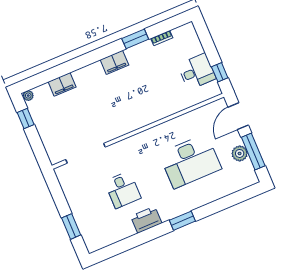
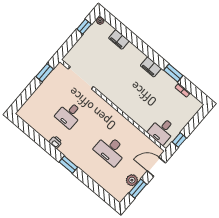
desk: (197, 72) -> (162, 131), moved, turned 90
window: (253, 152) -> (138, 189), width x0.69
desk: (190, 161) -> (110, 150), width x0.73, depth x0.77
printer: (146, 220) -> (55, 142), width x0.53, depth x0.68
window: (71, 226) -> (45, 73), moved

